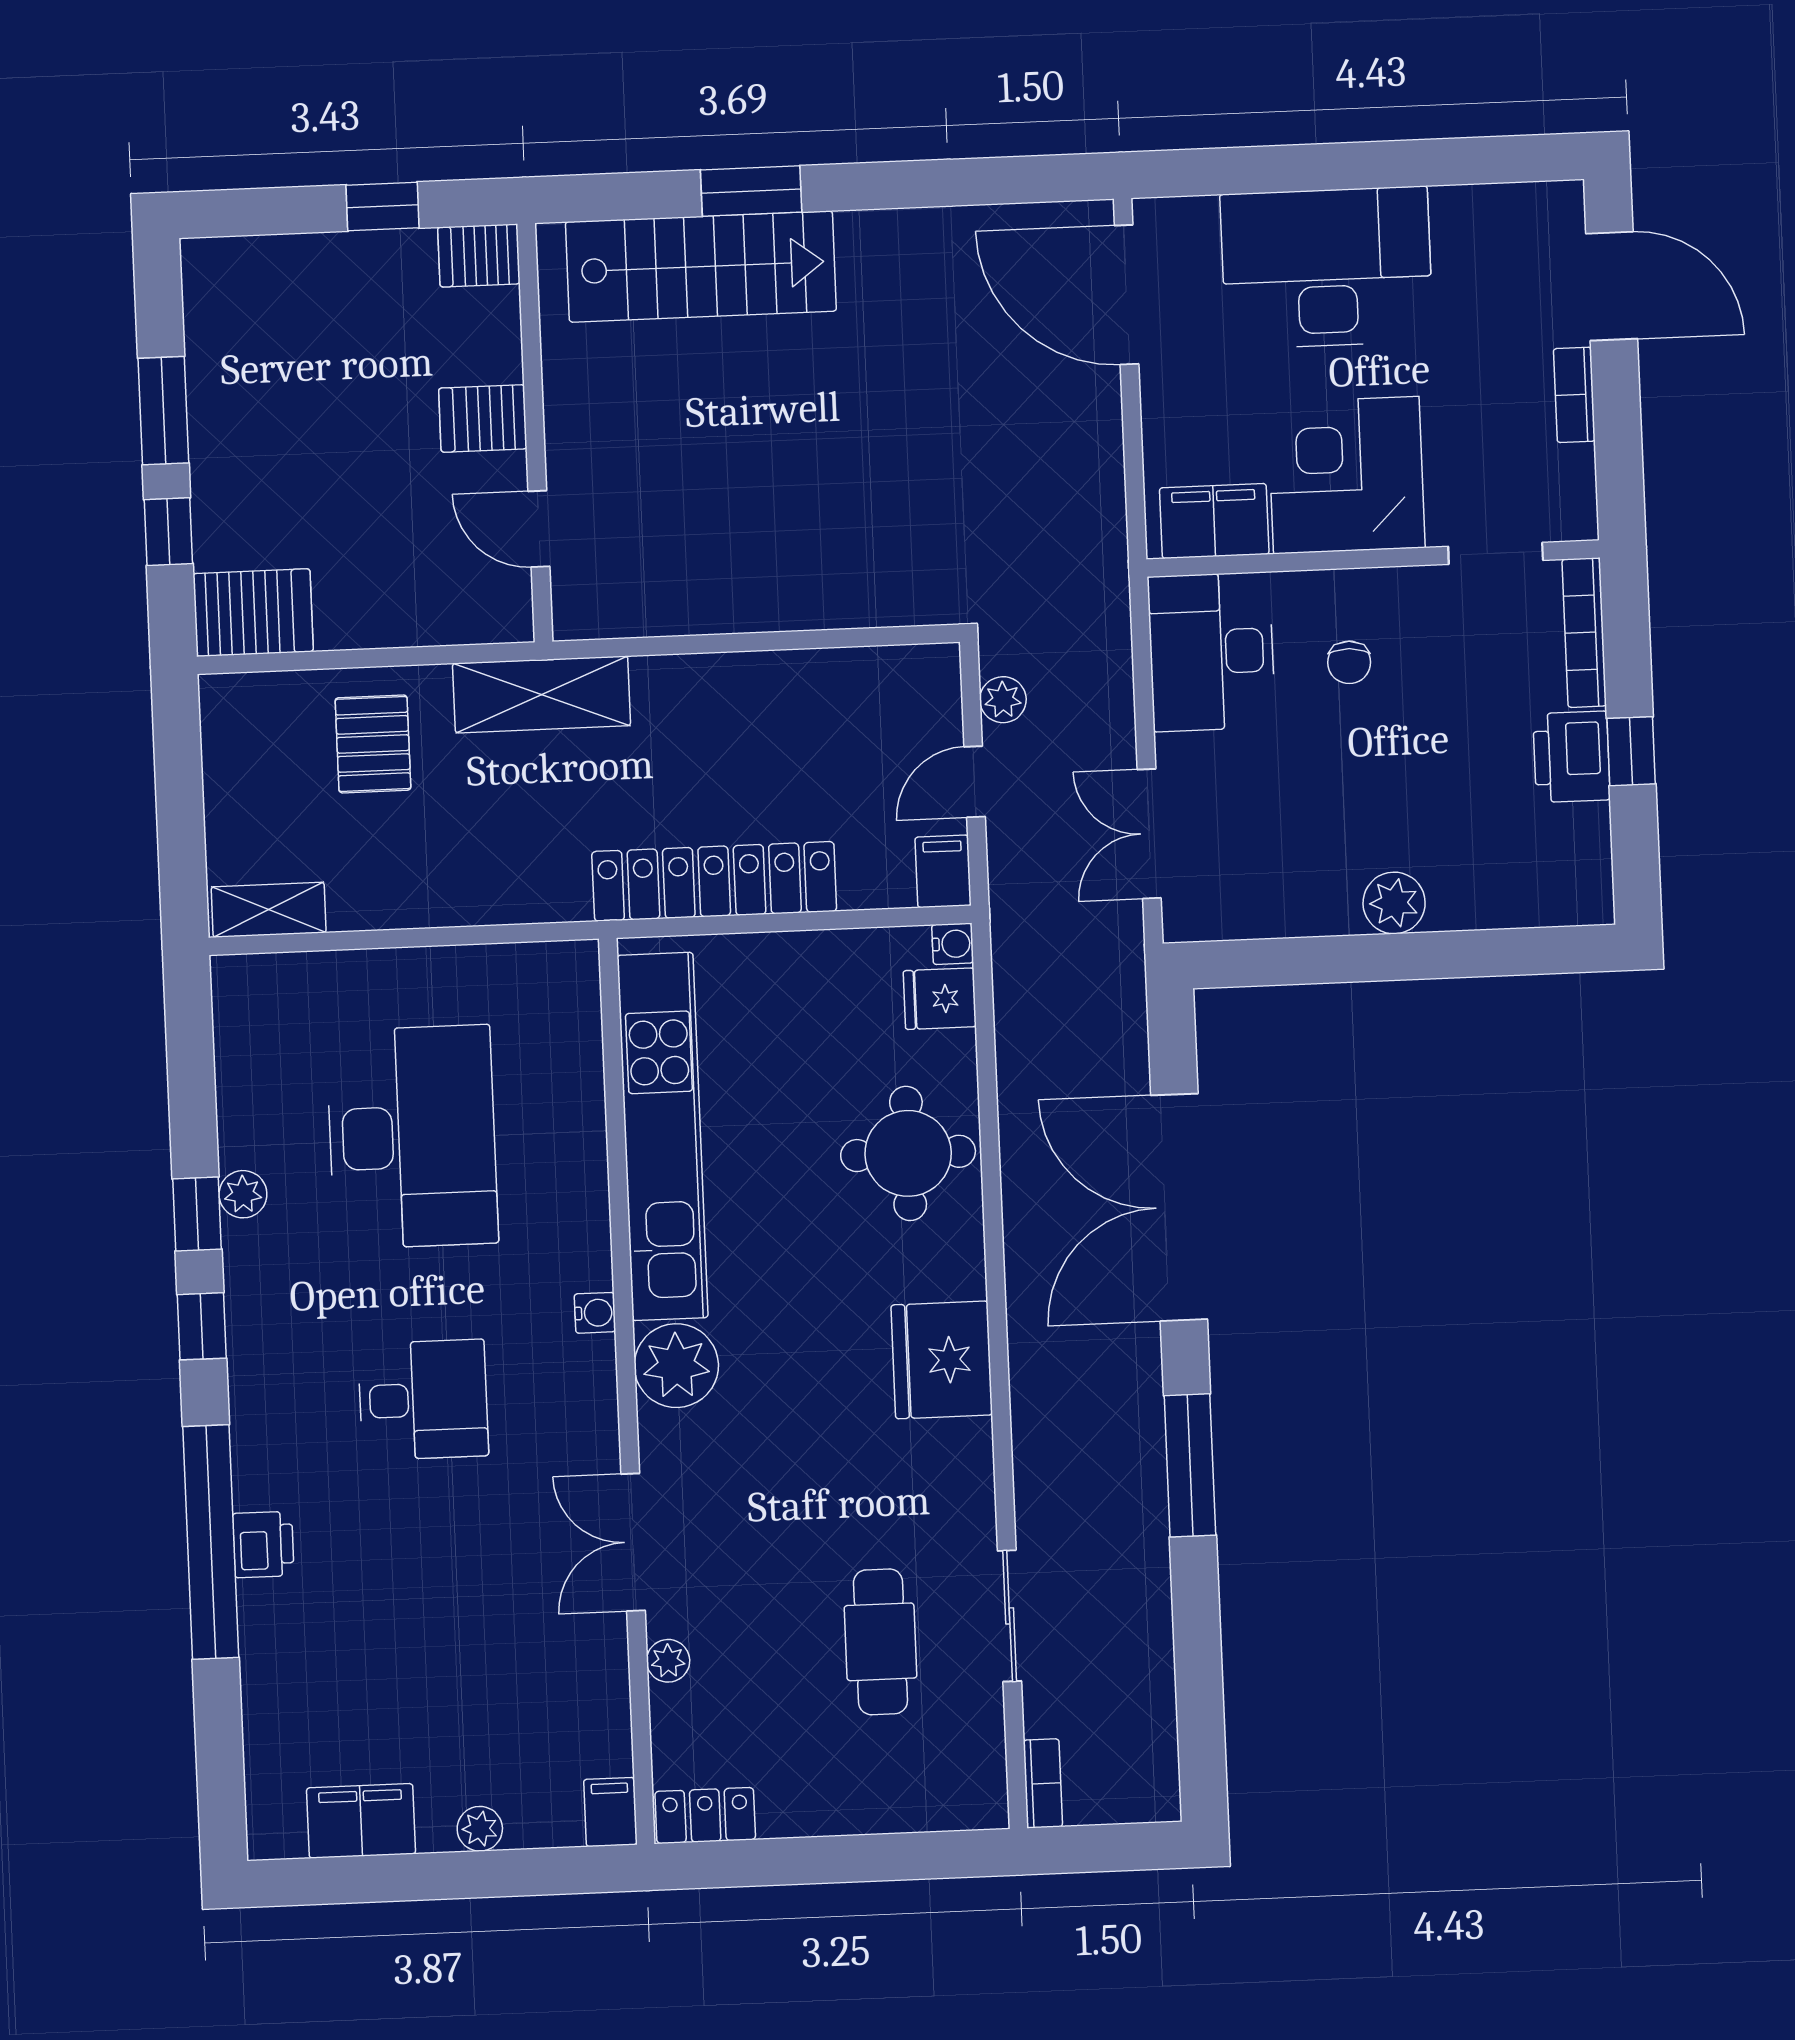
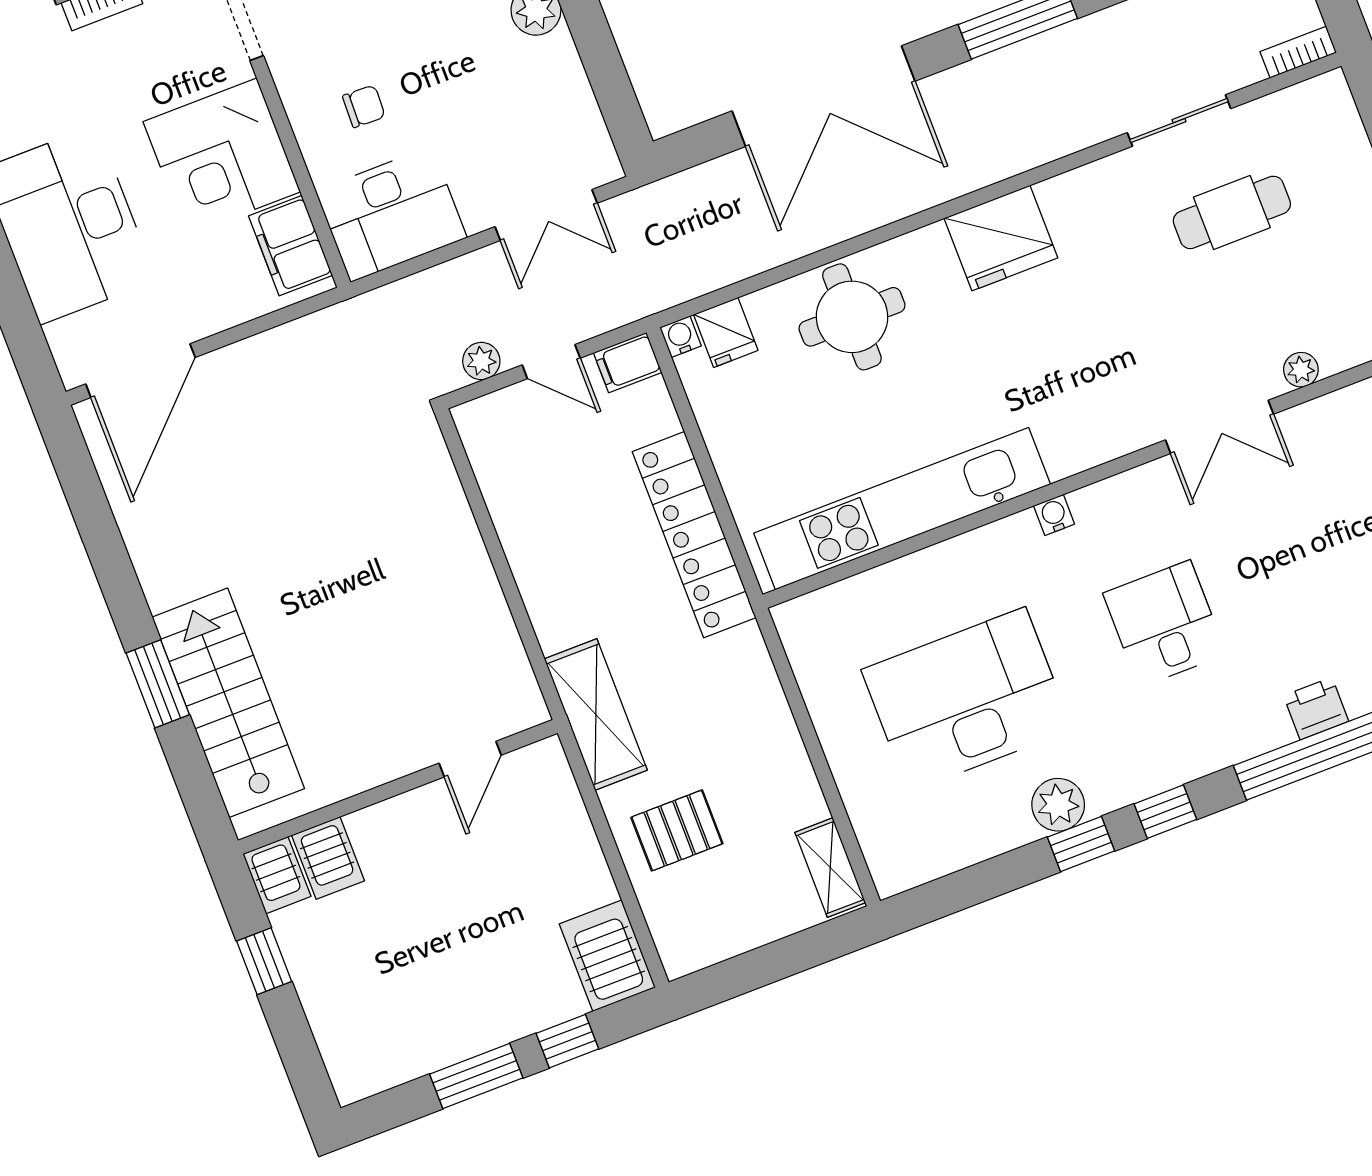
server rack: (483, 418) -> (328, 858), moved
plant: (243, 1194) -> (1058, 805), width x1.38, depth x1.38
plant: (676, 1366) -> (1073, 439), removed

